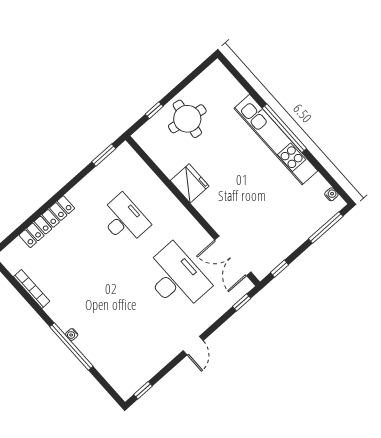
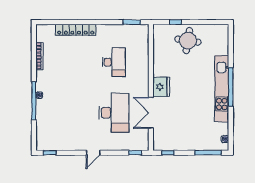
fridge: (190, 183) -> (161, 87), moved
double door: (233, 256) -> (151, 113), moved

